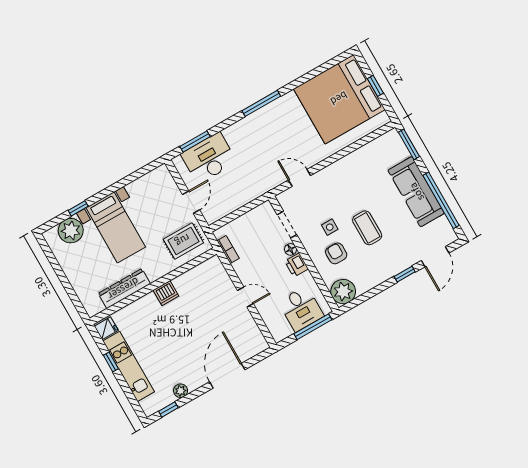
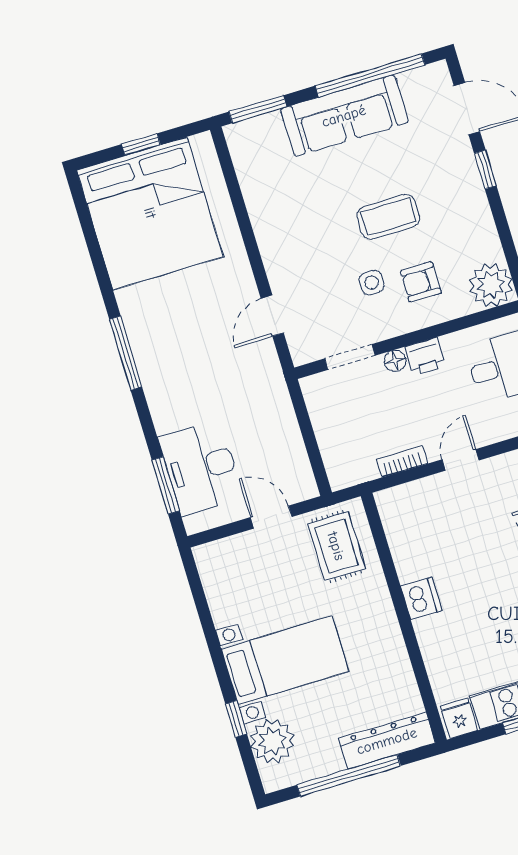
bookcase: (228, 250) -> (402, 461), moved
window: (62, 276) -> (349, 775), added
dresser: (124, 289) -> (387, 741), moved, turned 90

